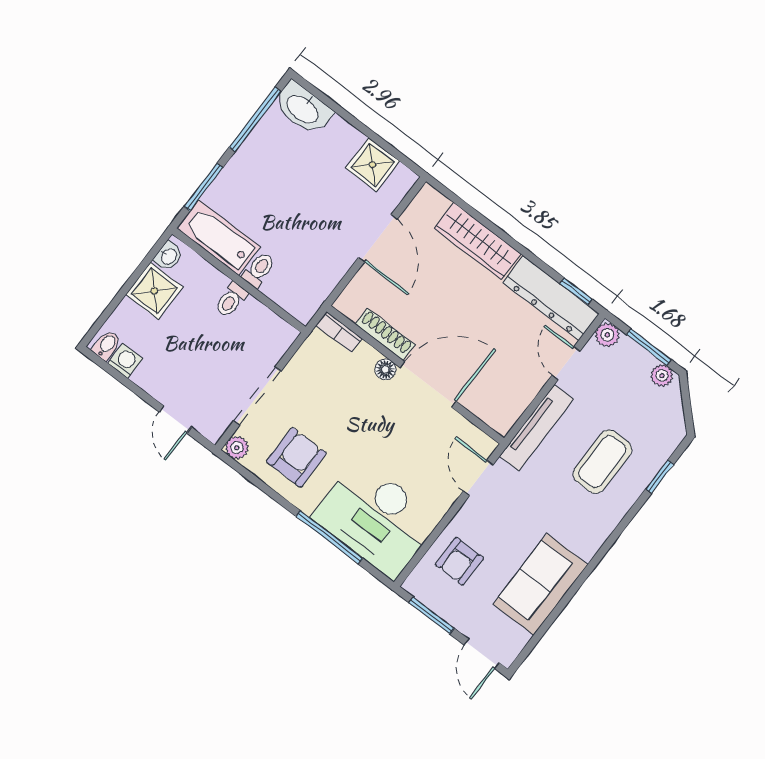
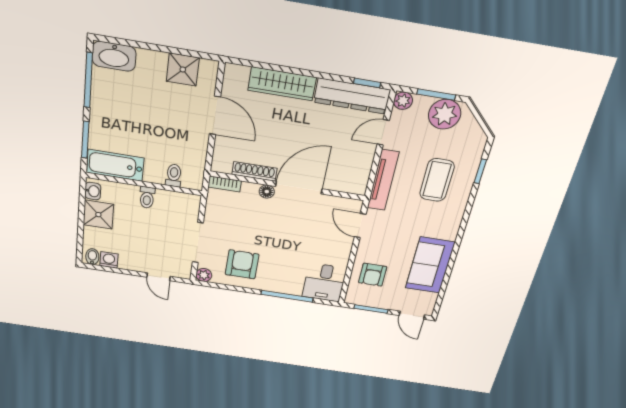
toilet: (259, 270) -> (174, 175), moved
door: (566, 363) -> (383, 132), hinge flipped
plant: (662, 375) -> (445, 114), width x1.88, depth x1.88
desk: (376, 518) -> (324, 282), width x0.53, depth x0.77

